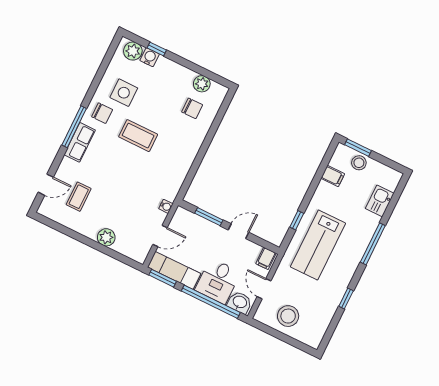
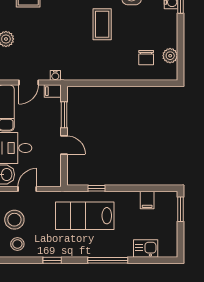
stool: (359, 163) -> (17, 244), moved
door: (160, 236) -> (29, 83), hinge flipped
filing cabinet: (266, 258) -> (53, 91), moved

